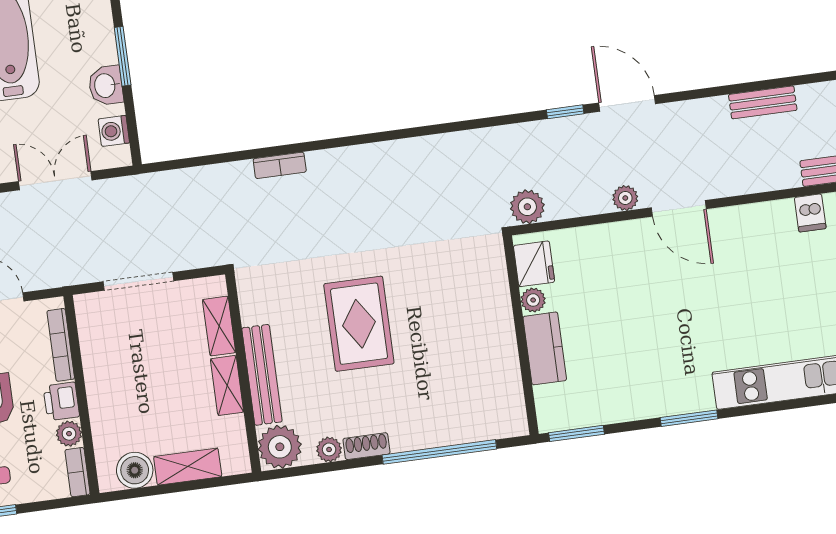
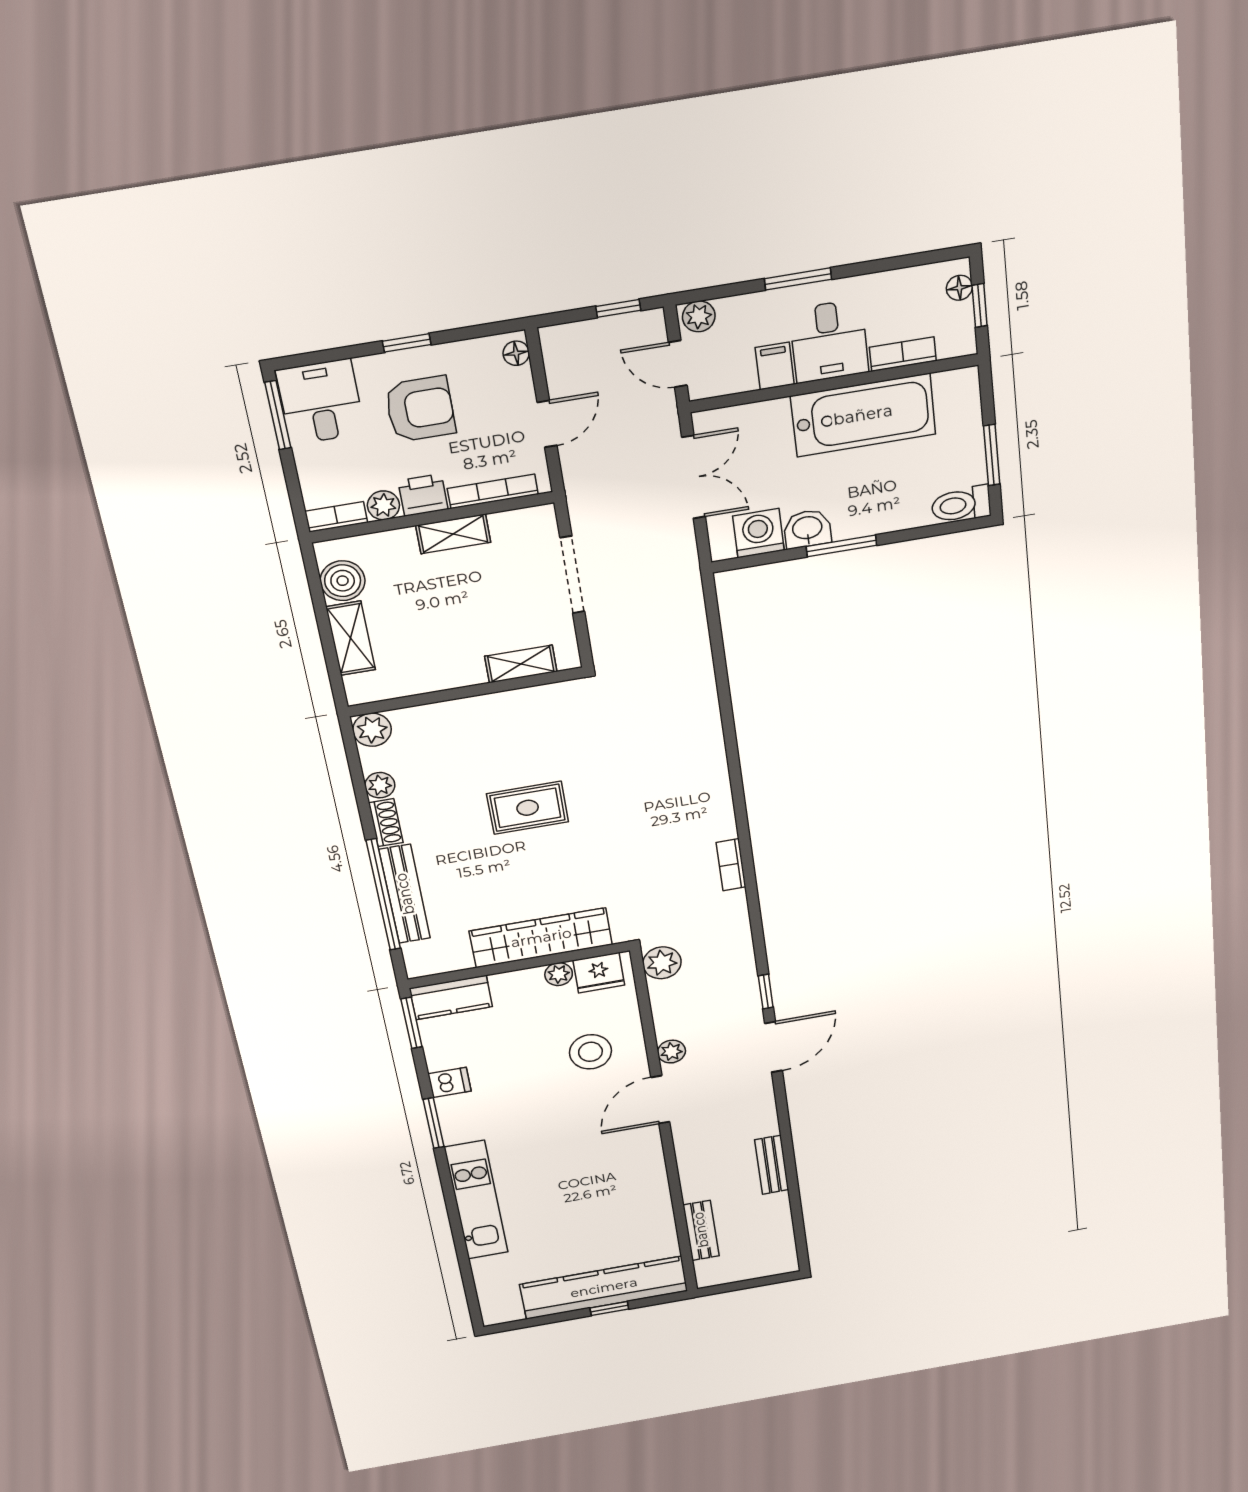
washing machine: (114, 131) -> (758, 533), width x1.38, depth x1.38
bookcase: (280, 165) -> (731, 865), moved
dishwasher: (810, 213) -> (450, 1082), moved, turned 180
stool: (620, 272) -> (590, 1052), added
wardrobe: (493, 315) -> (541, 938), added
rug: (359, 324) -> (528, 808), width x0.73, depth x0.70
kitchen counter: (545, 348) -> (451, 997), moved
bench: (262, 375) -> (405, 894), moved, turned 90
shelving: (227, 385) -> (453, 534), moved
plant: (280, 447) -> (372, 730), width x0.73, depth x0.73

